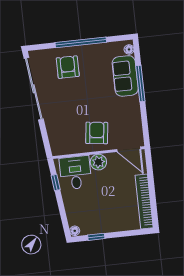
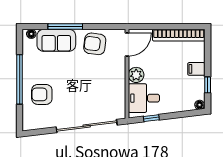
sliding door: (34, 89) -> (87, 126), moved
armchair: (97, 133) -> (95, 44), moved
filing cabinet: (111, 223) -> (196, 69), added

